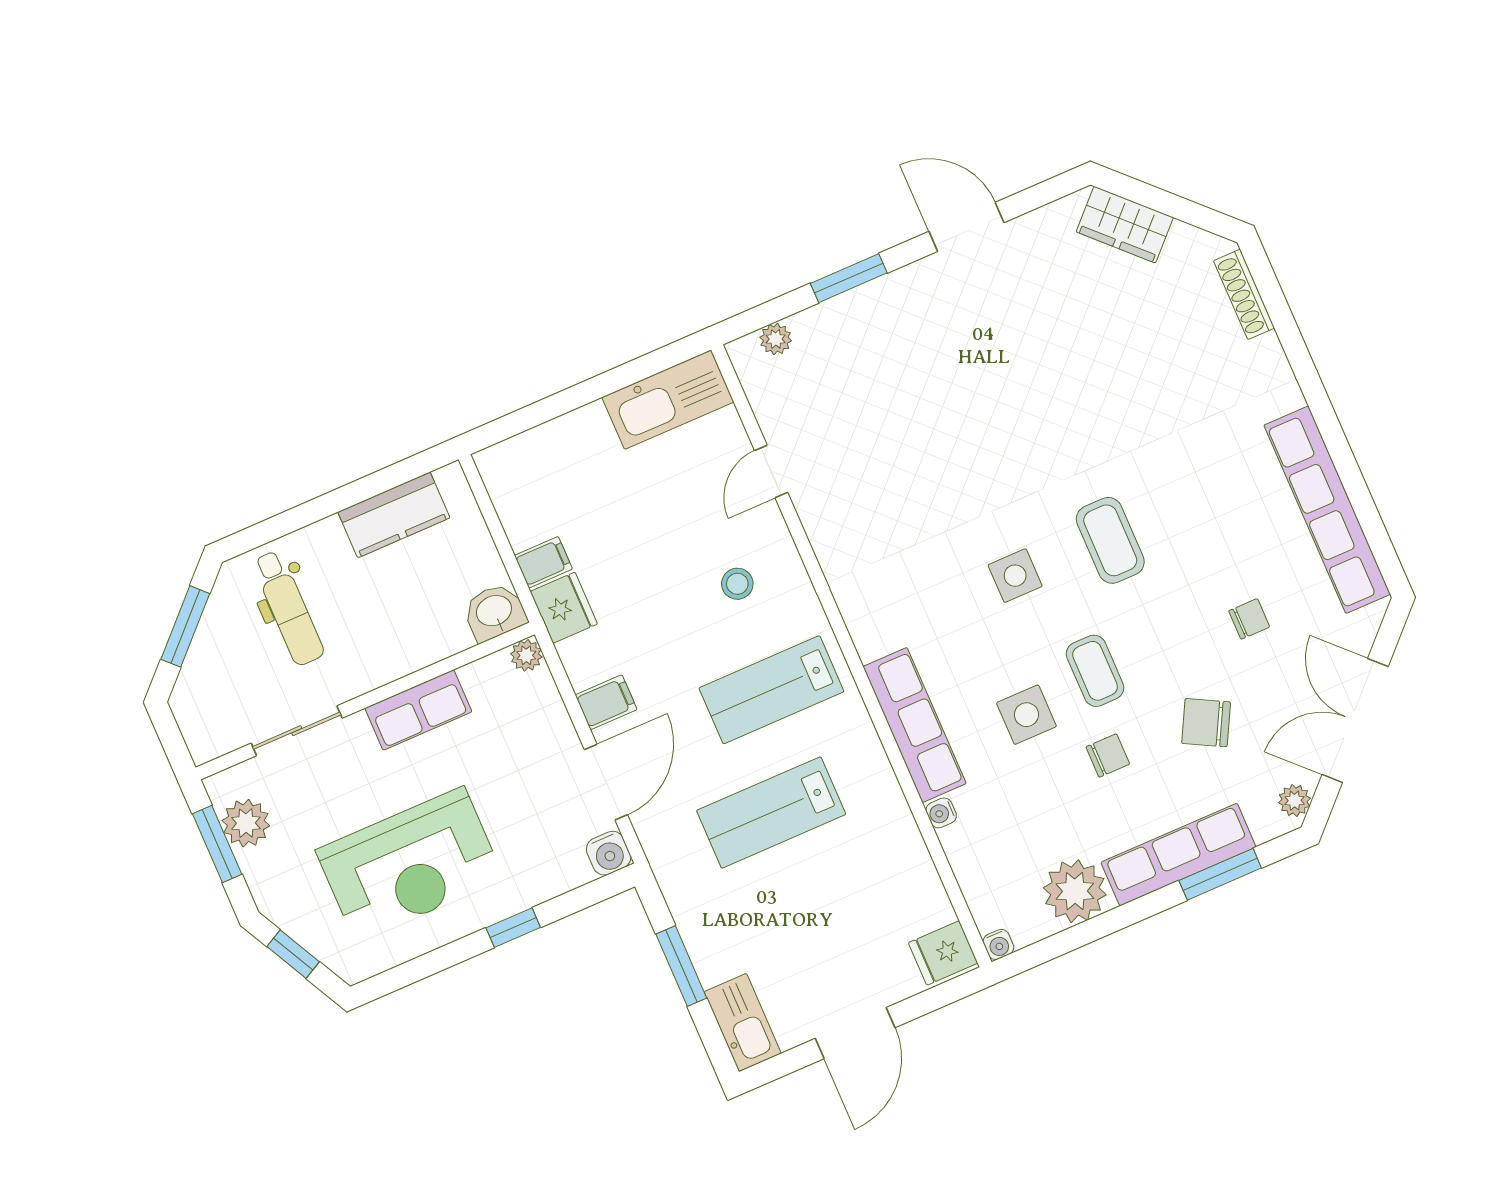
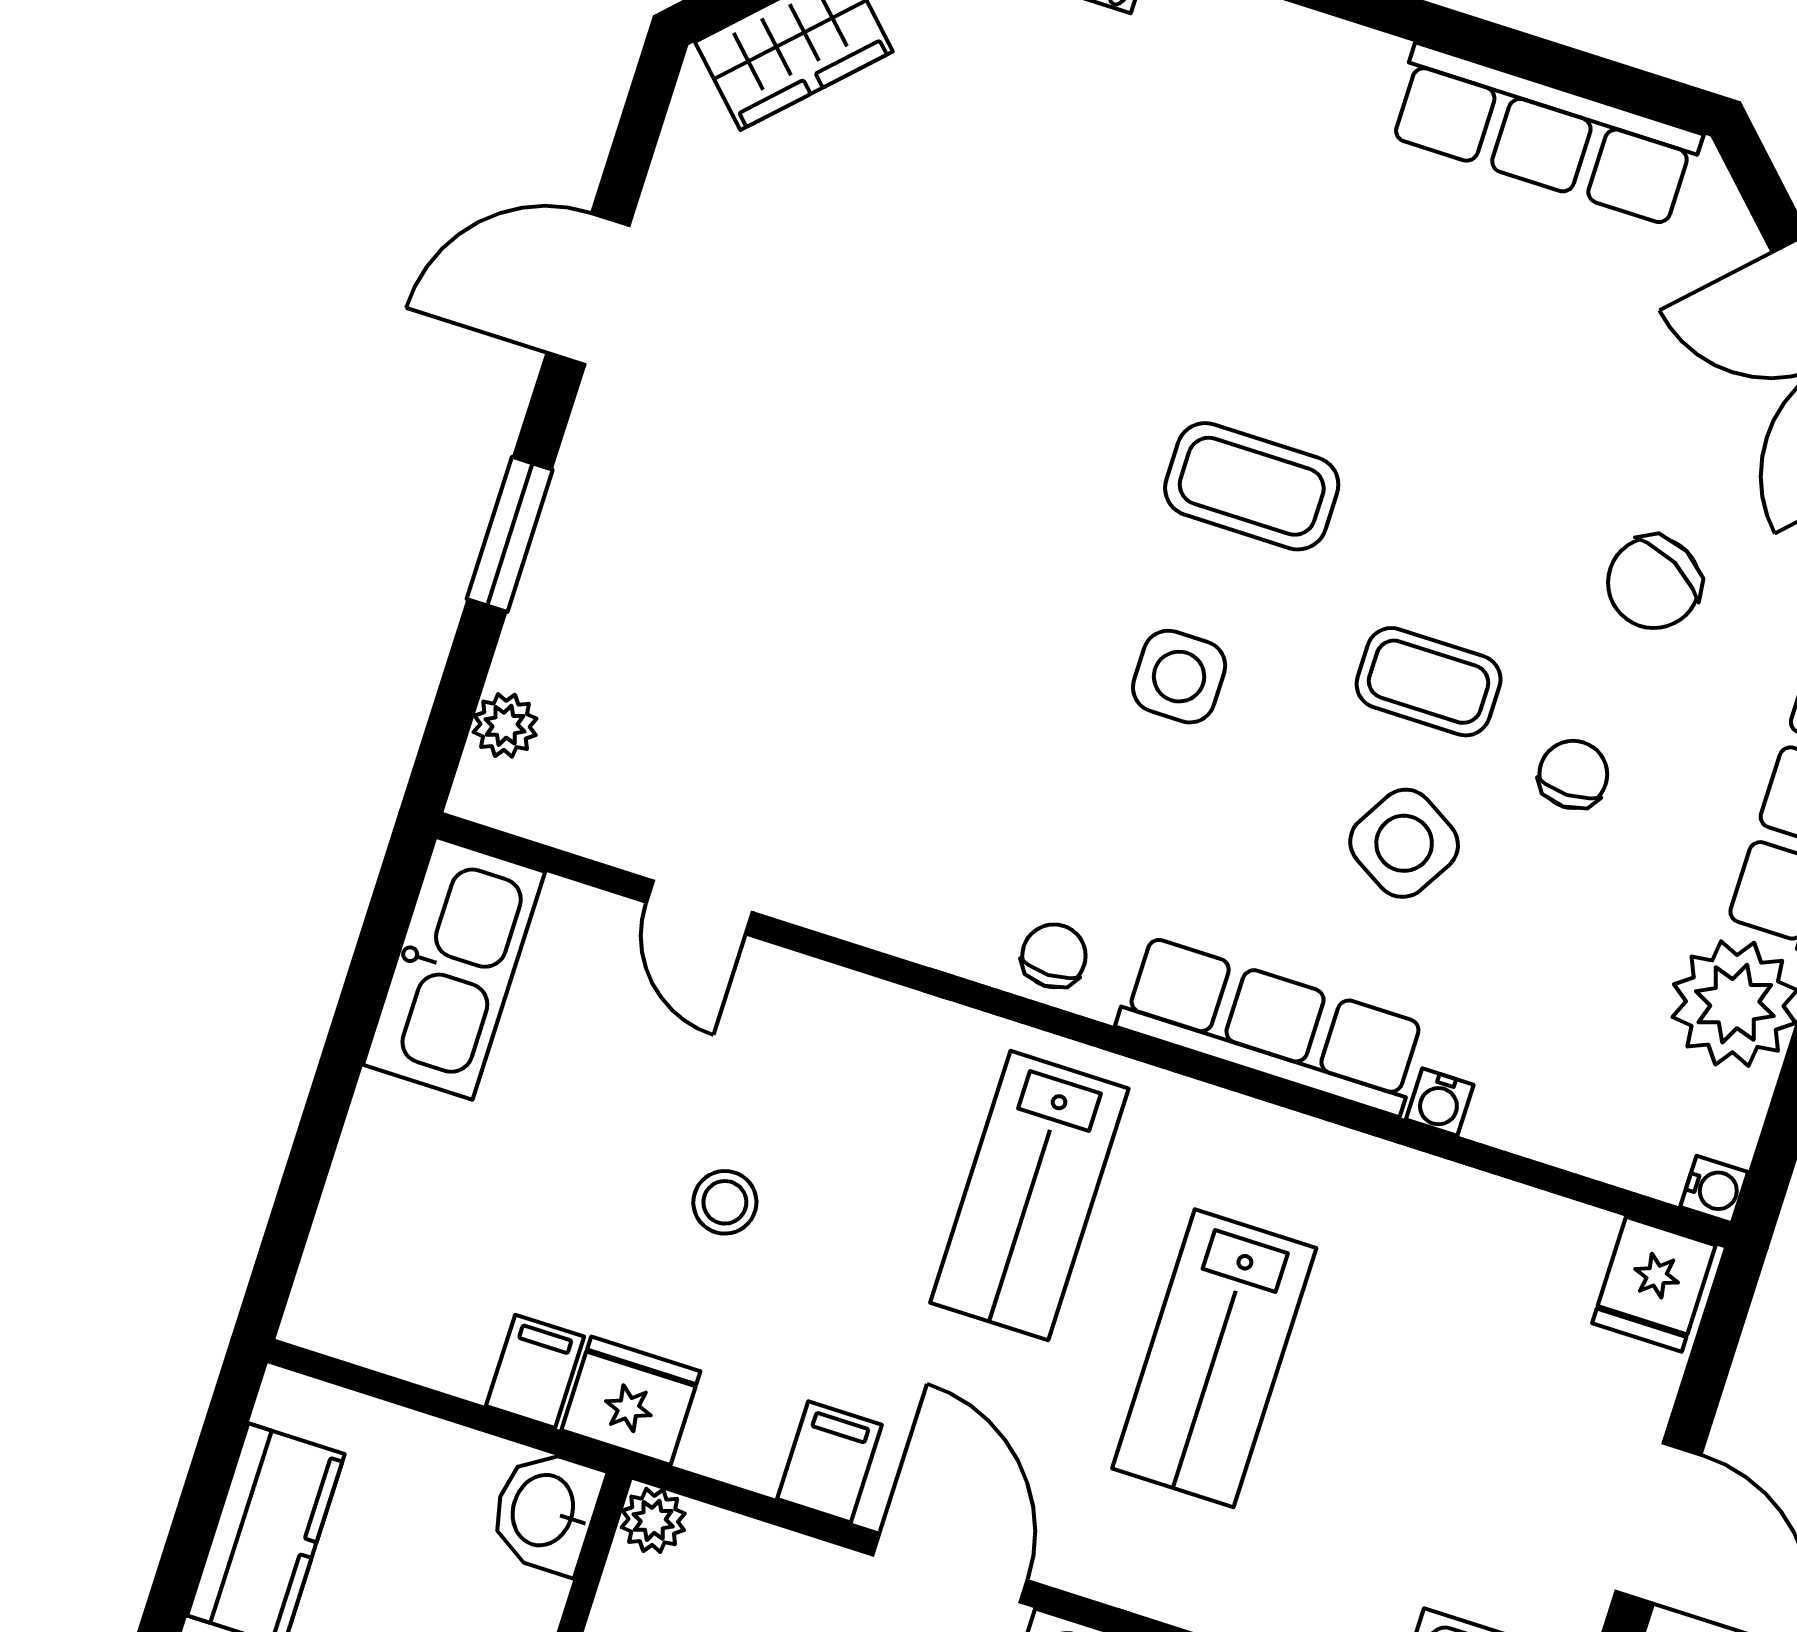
row of seats: (1327, 510) -> (1545, 135), width x0.73
stool: (737, 584) -> (725, 1202), moved
chair: (1249, 619) -> (1054, 956), moved
side table: (1026, 715) -> (1404, 843), turned 31

